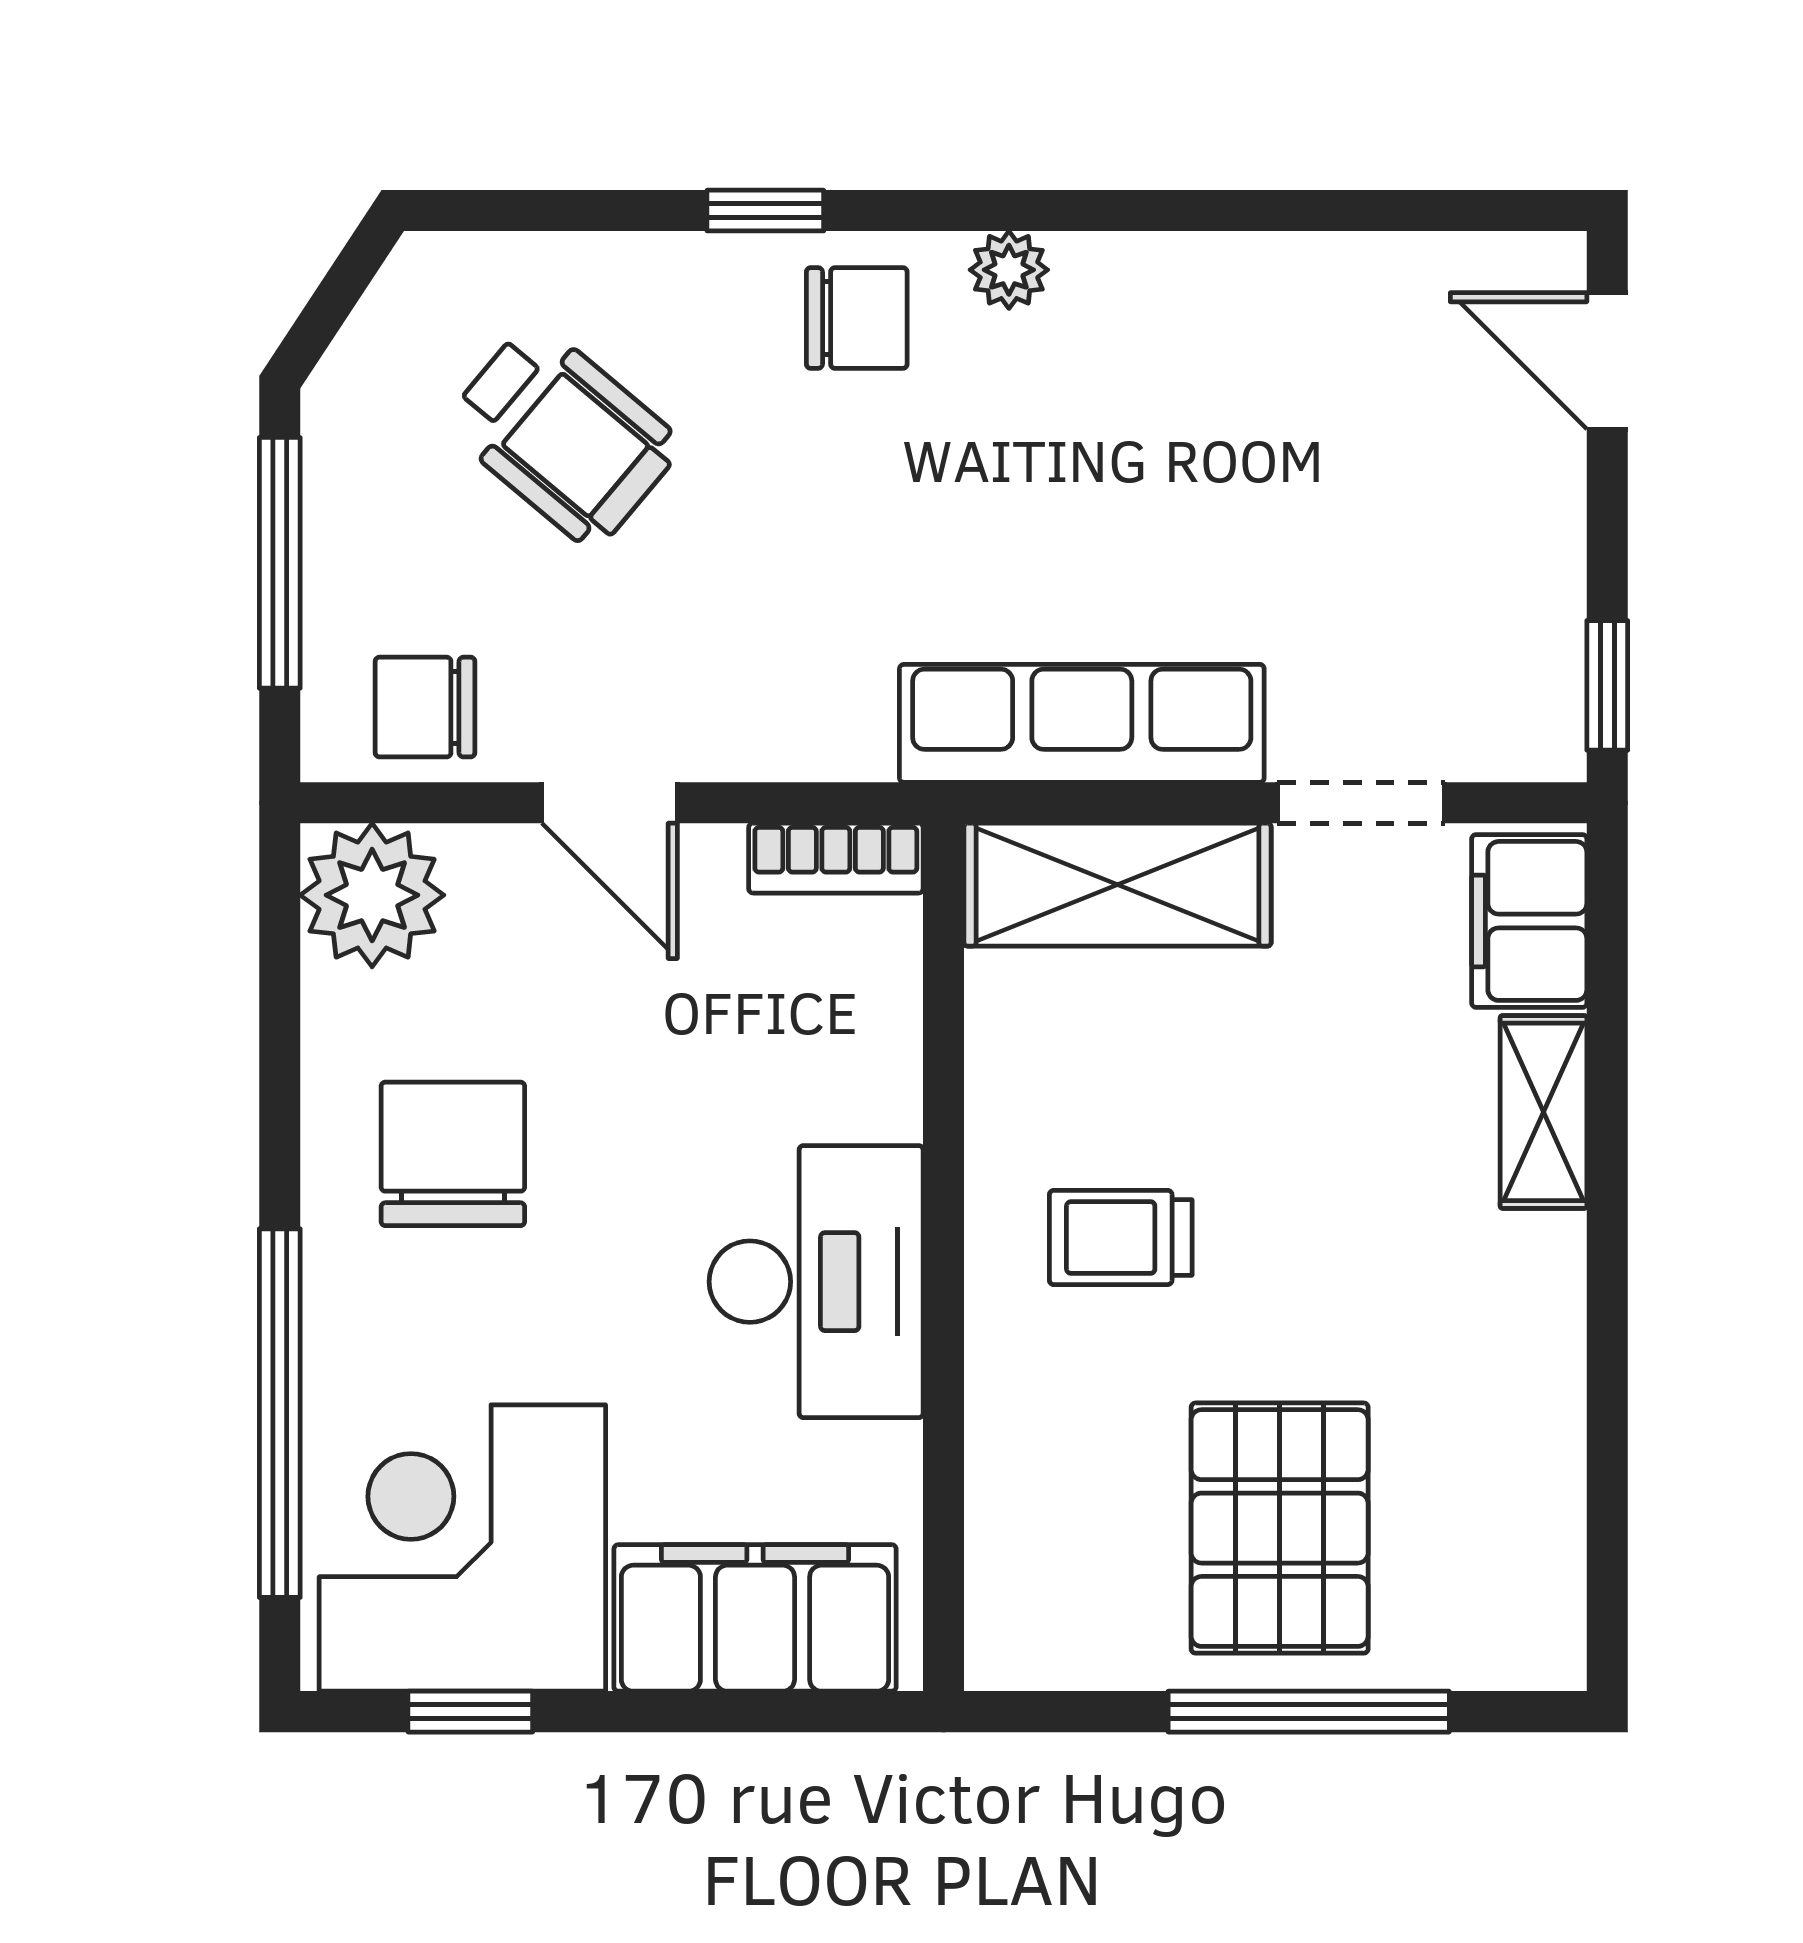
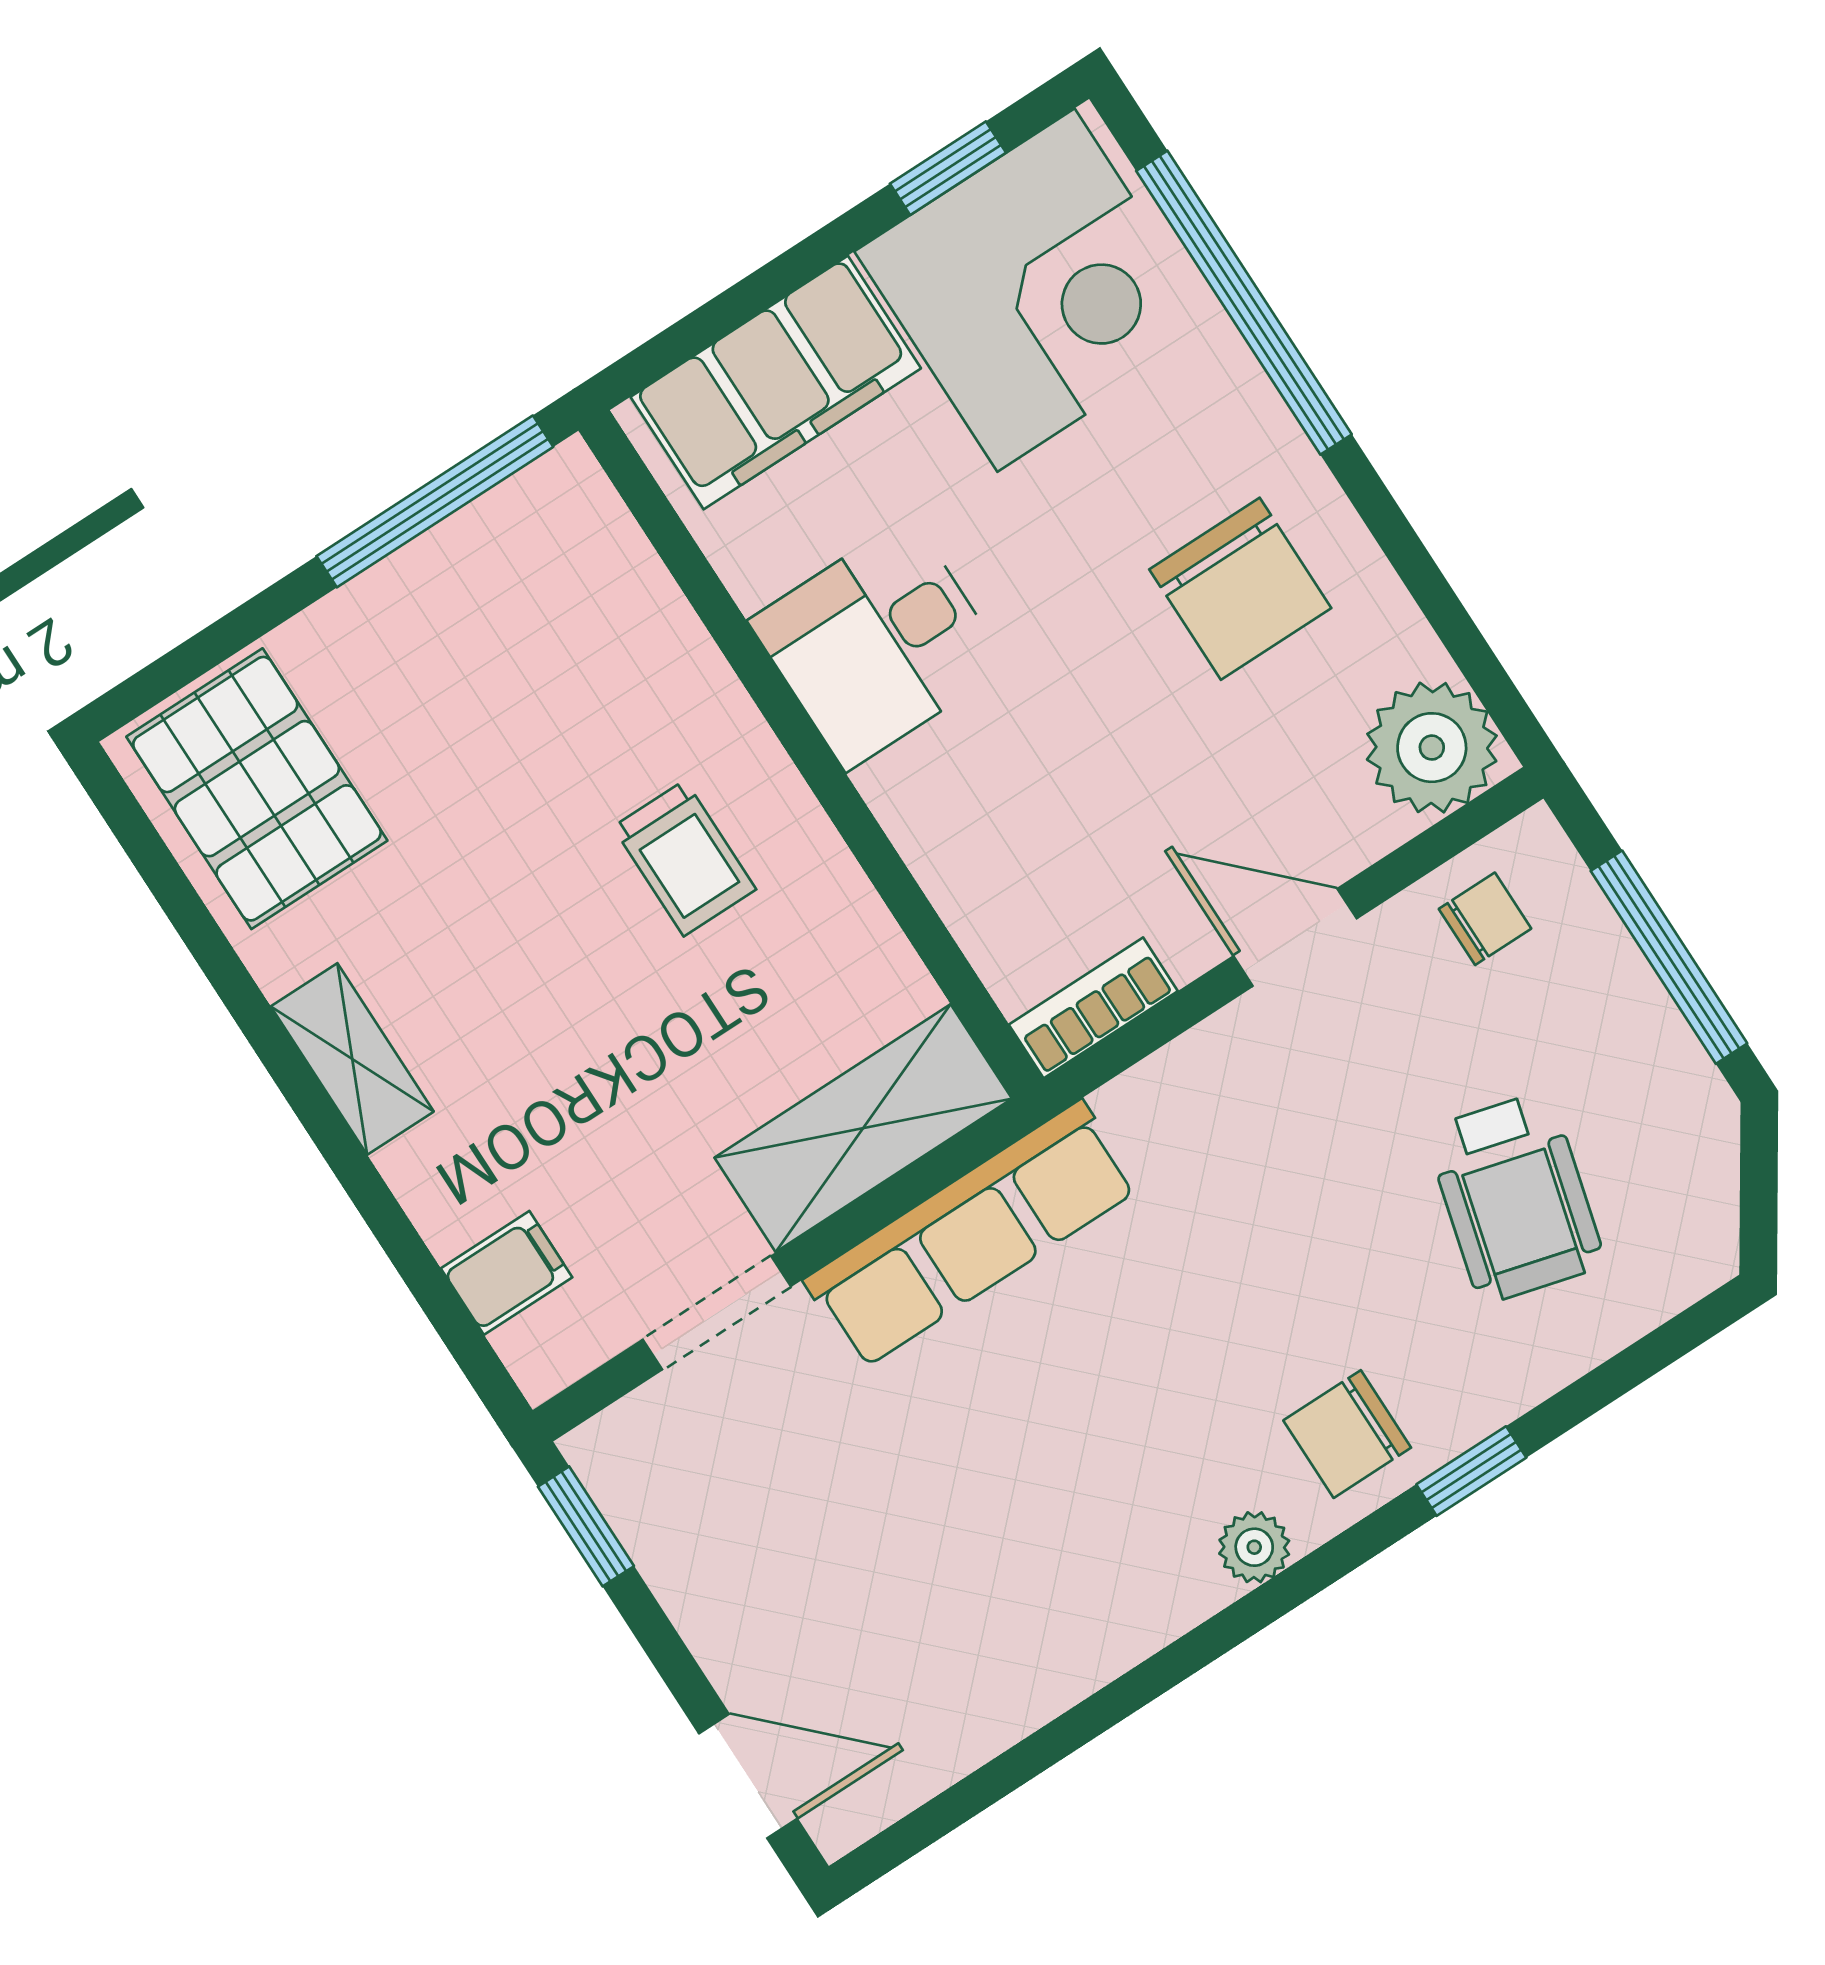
wheelchair: (563, 435) -> (1515, 1197), turned -115
chair: (425, 707) -> (1485, 919), width x0.73, depth x0.73
filing cabinet: (1529, 921) -> (507, 1273), width x0.50
shelving: (1543, 1112) -> (352, 1059), moved
trolley: (1121, 1237) -> (684, 858), turned 90
desk: (816, 1282) -> (878, 644), width x0.73
pallet: (1280, 1528) -> (257, 789), moved
window: (1309, 1712) -> (435, 501), moved

